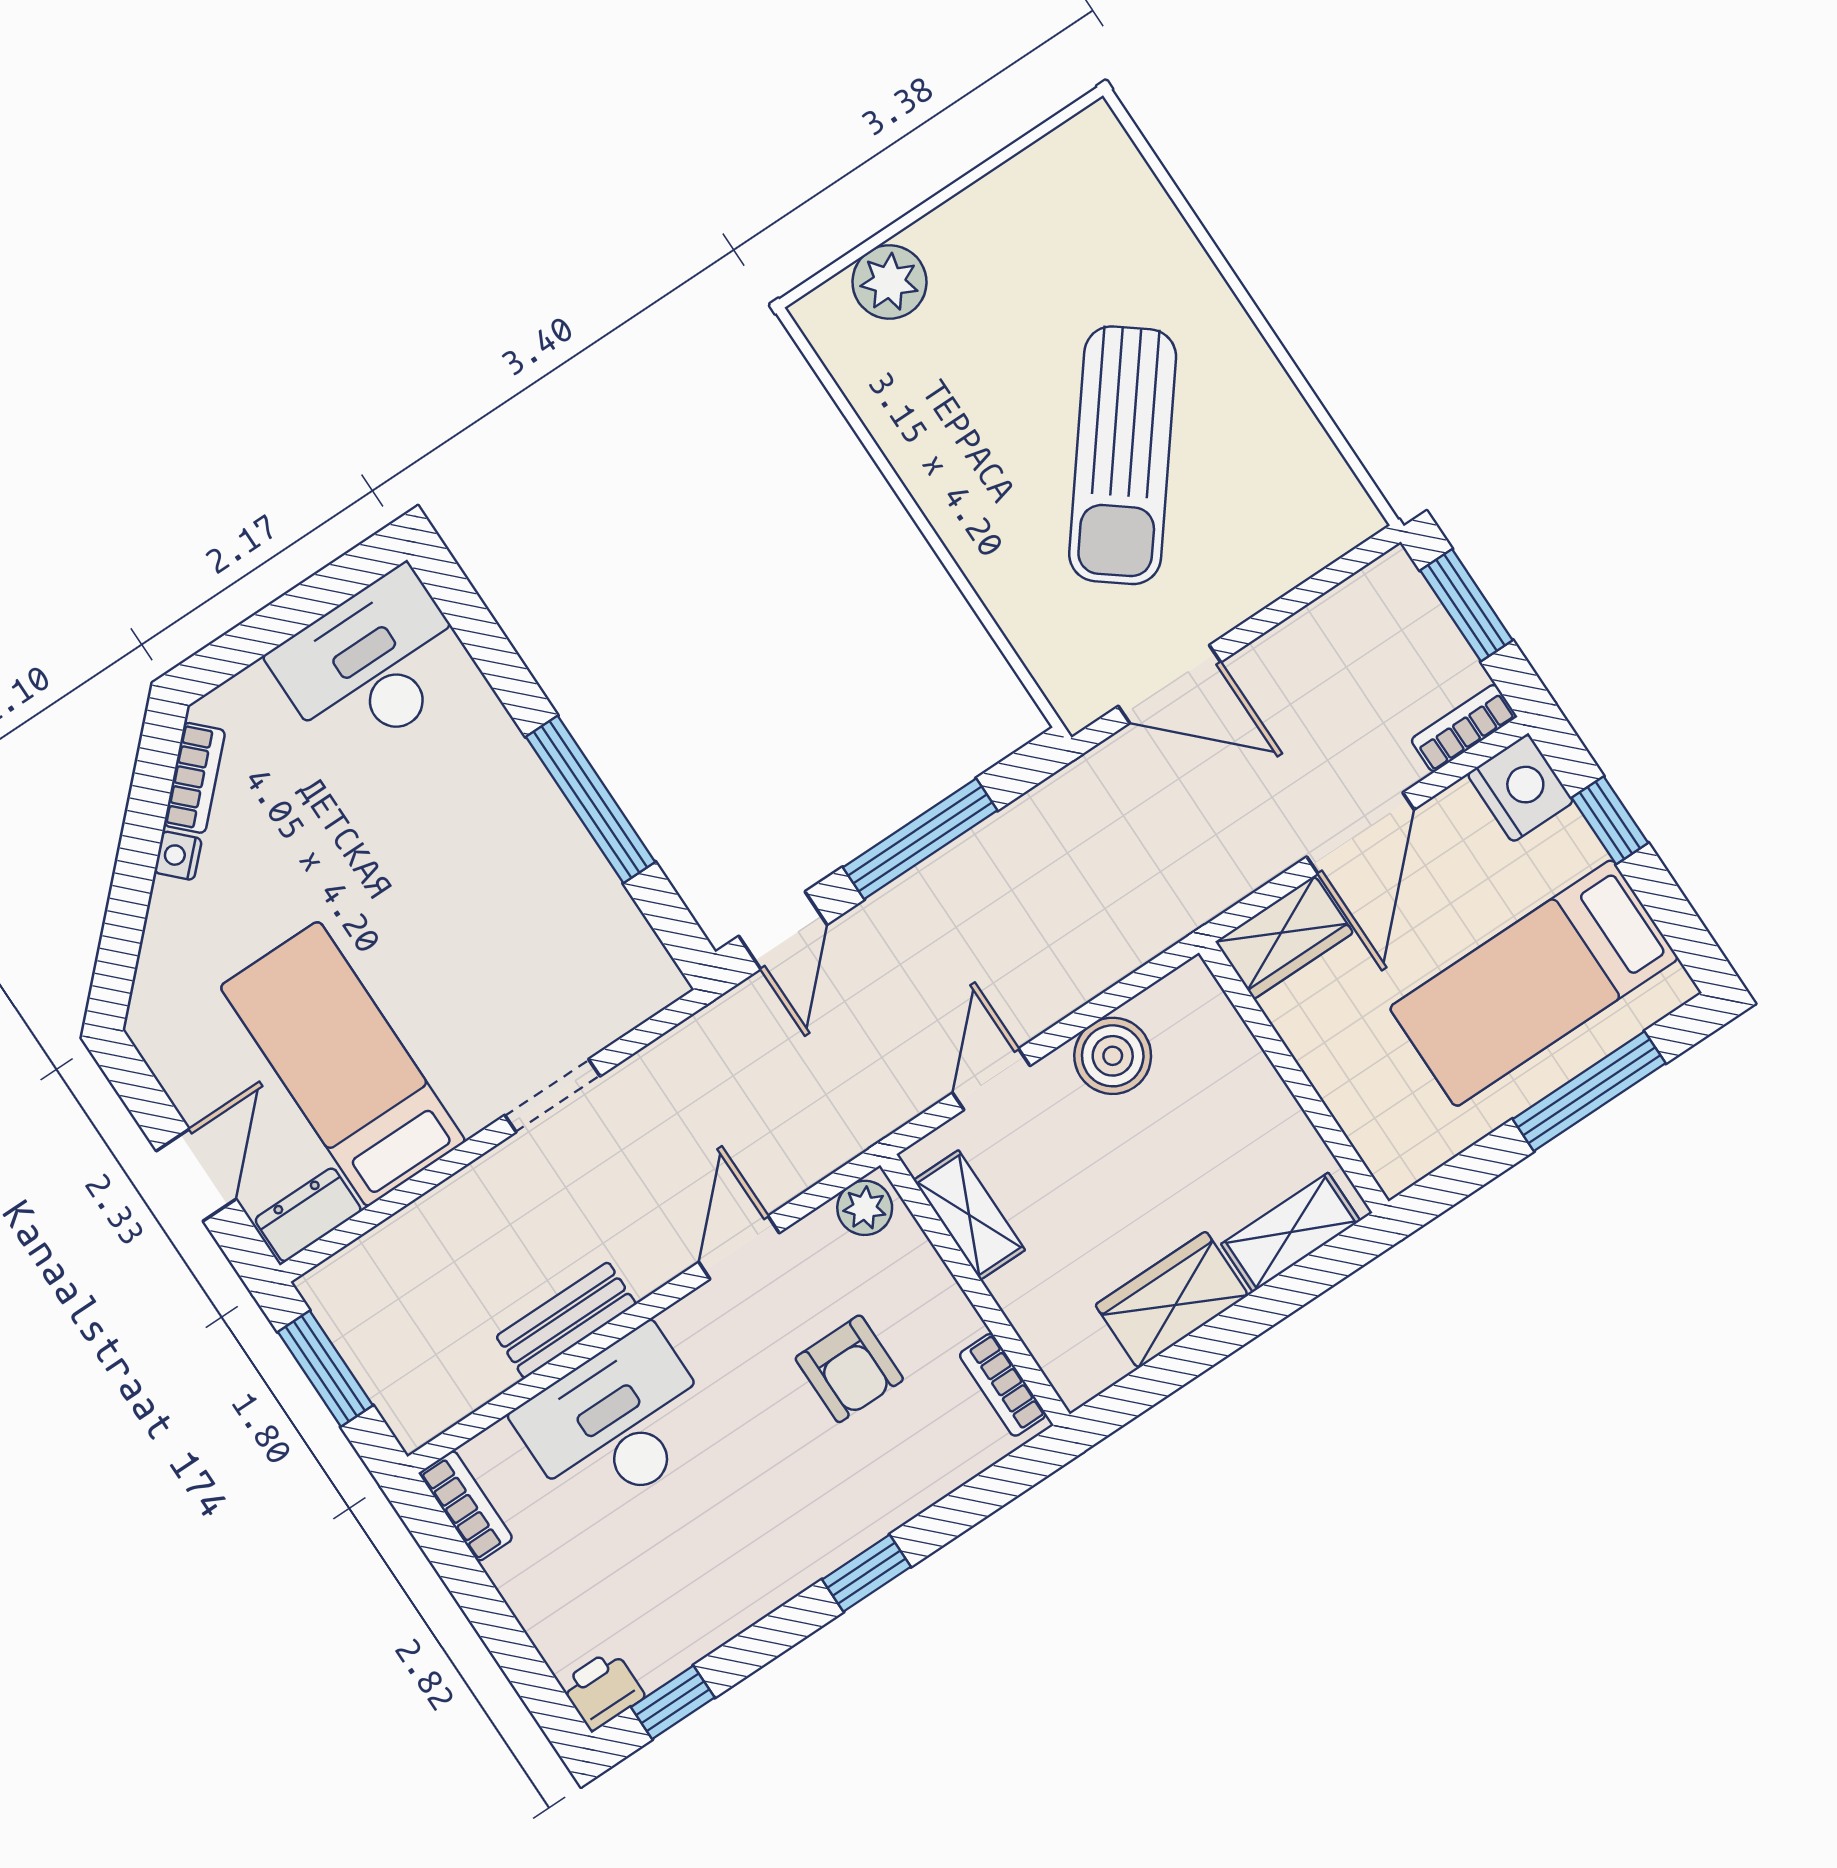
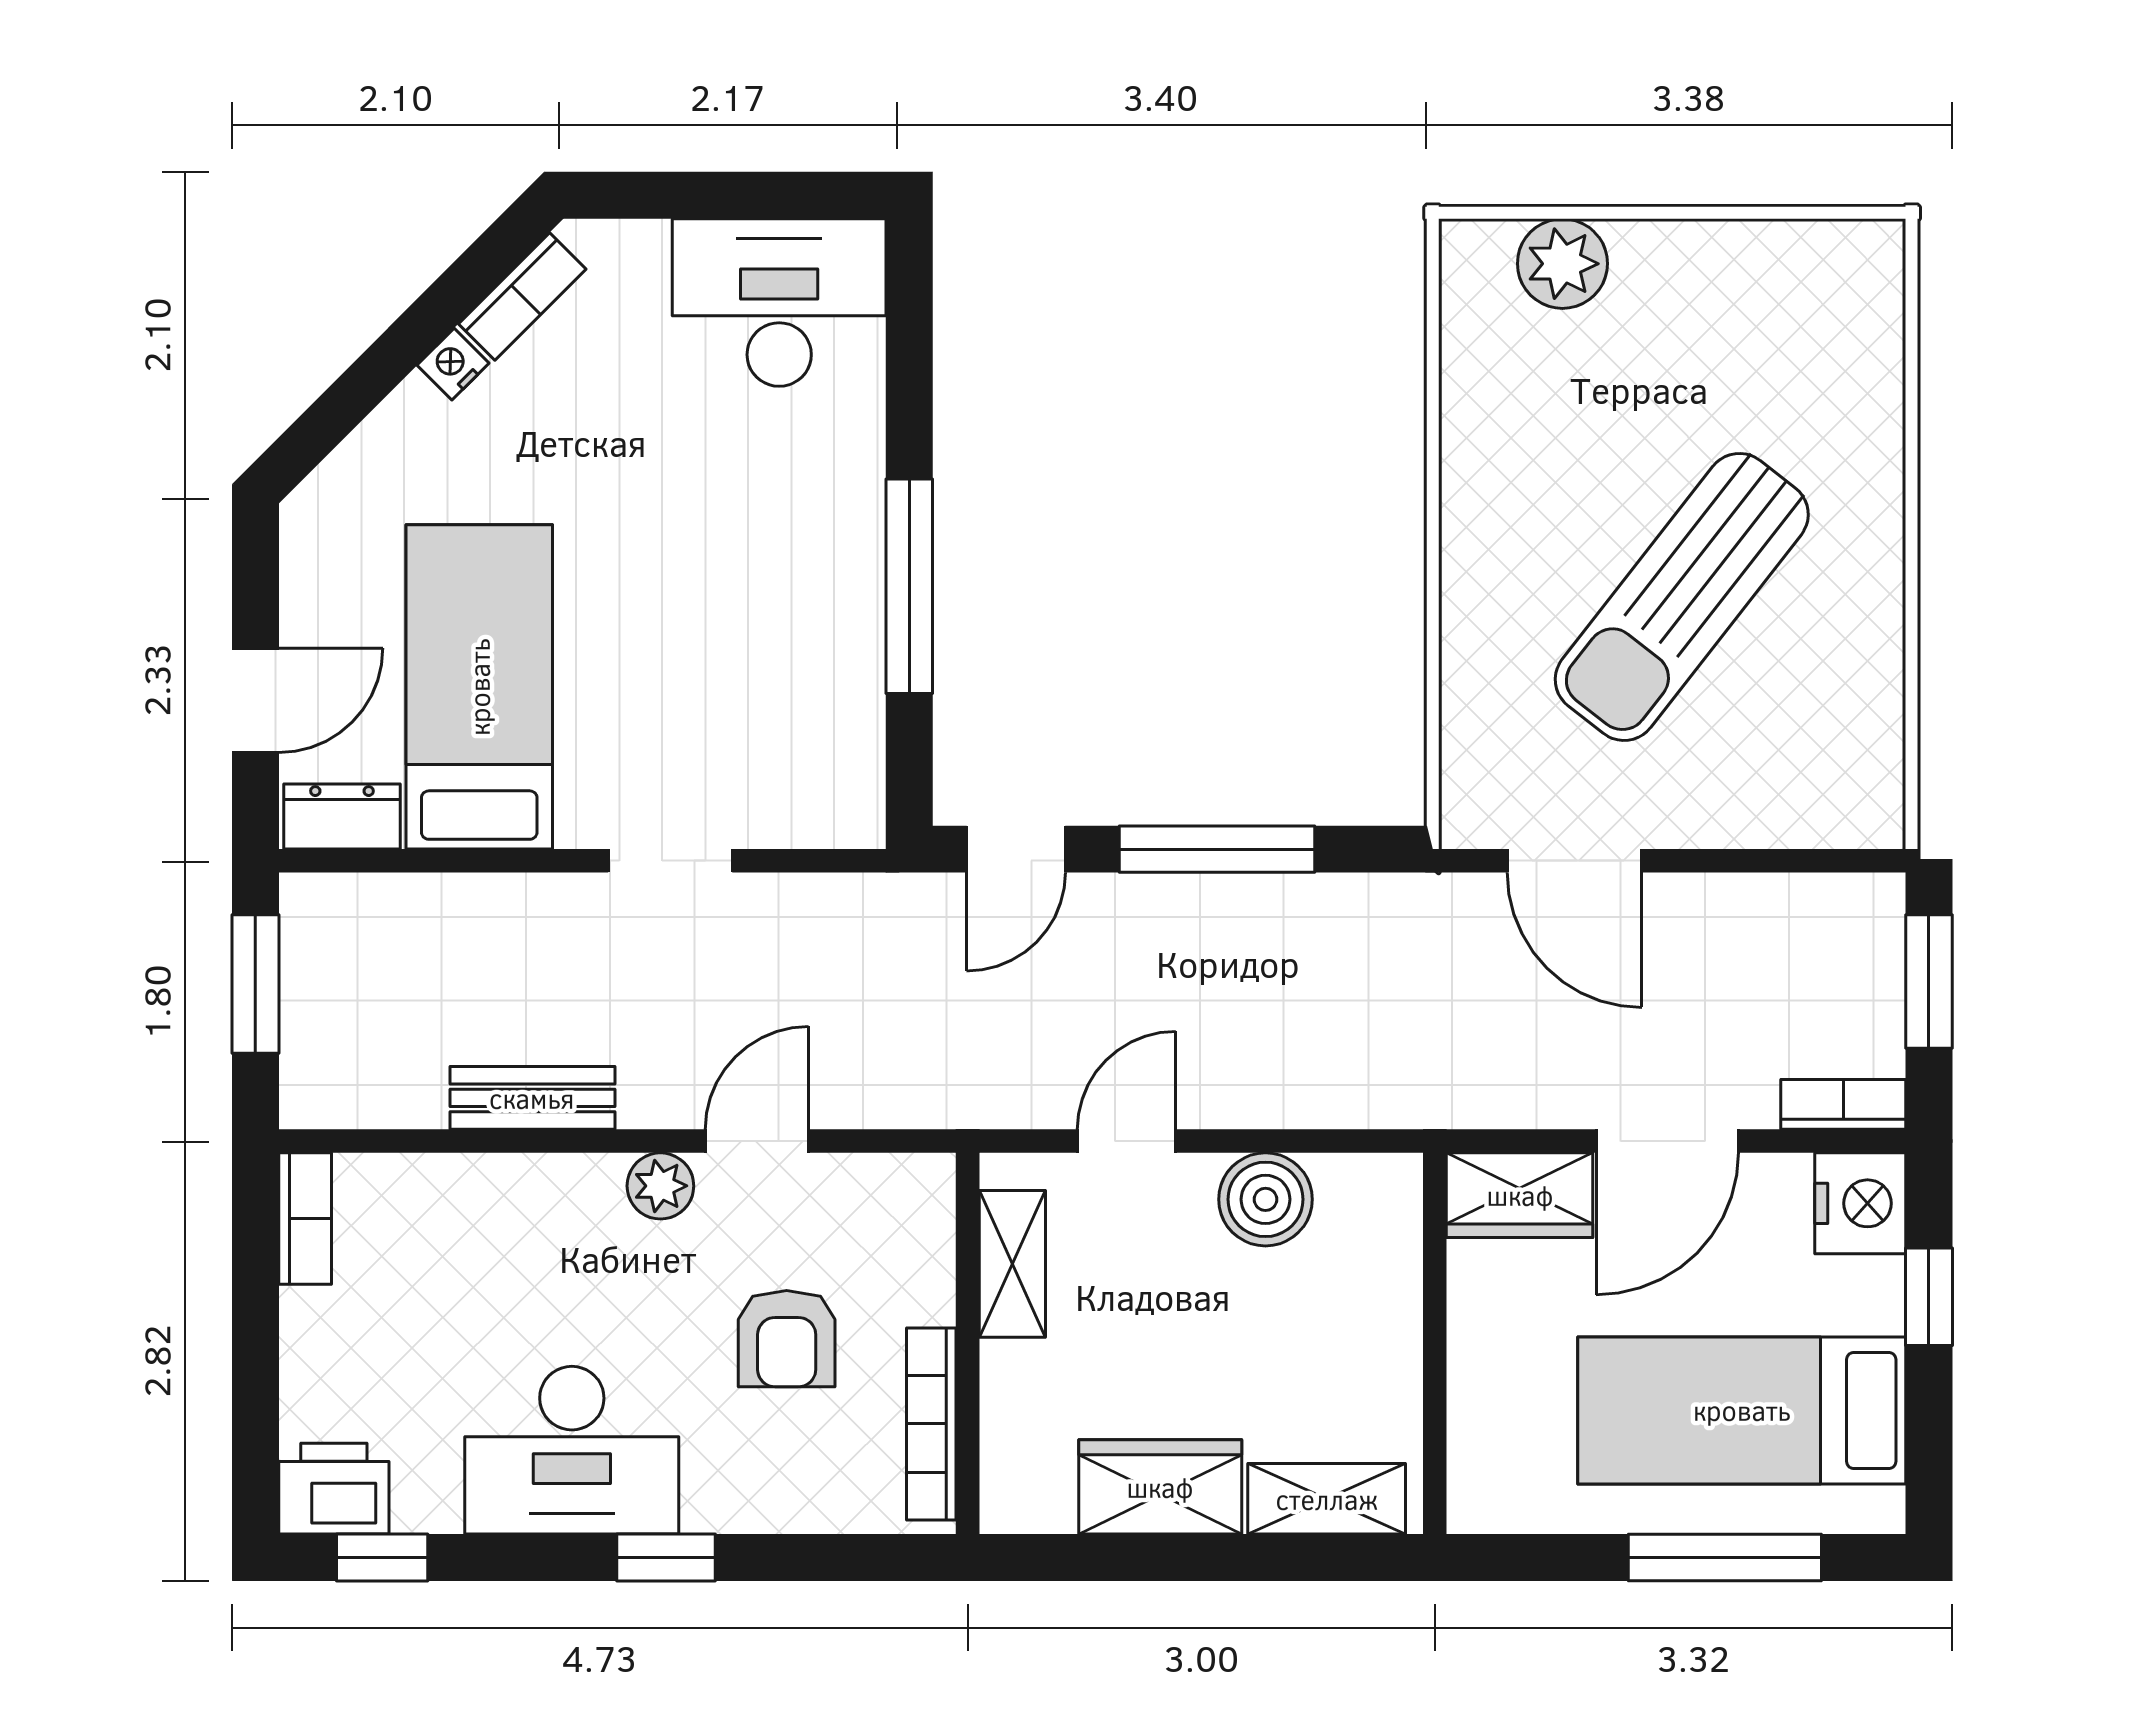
plant: (865, 1208) -> (660, 1186), moved
bookcase: (1003, 1385) -> (931, 1424), width x1.56
desk: (617, 1423) -> (572, 1450), moved, turned 180
printer: (602, 1690) -> (334, 1489), width x1.36, depth x1.24

